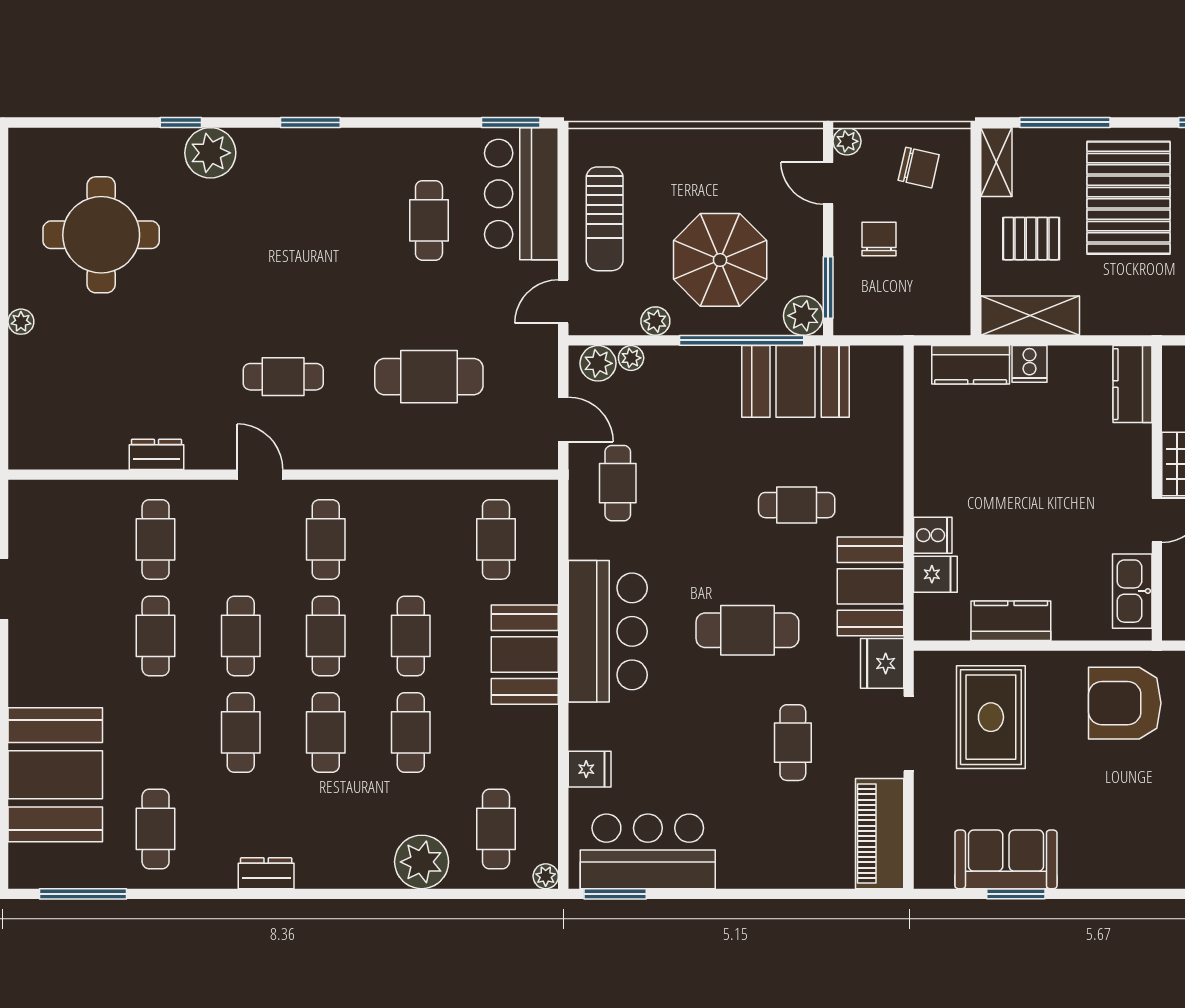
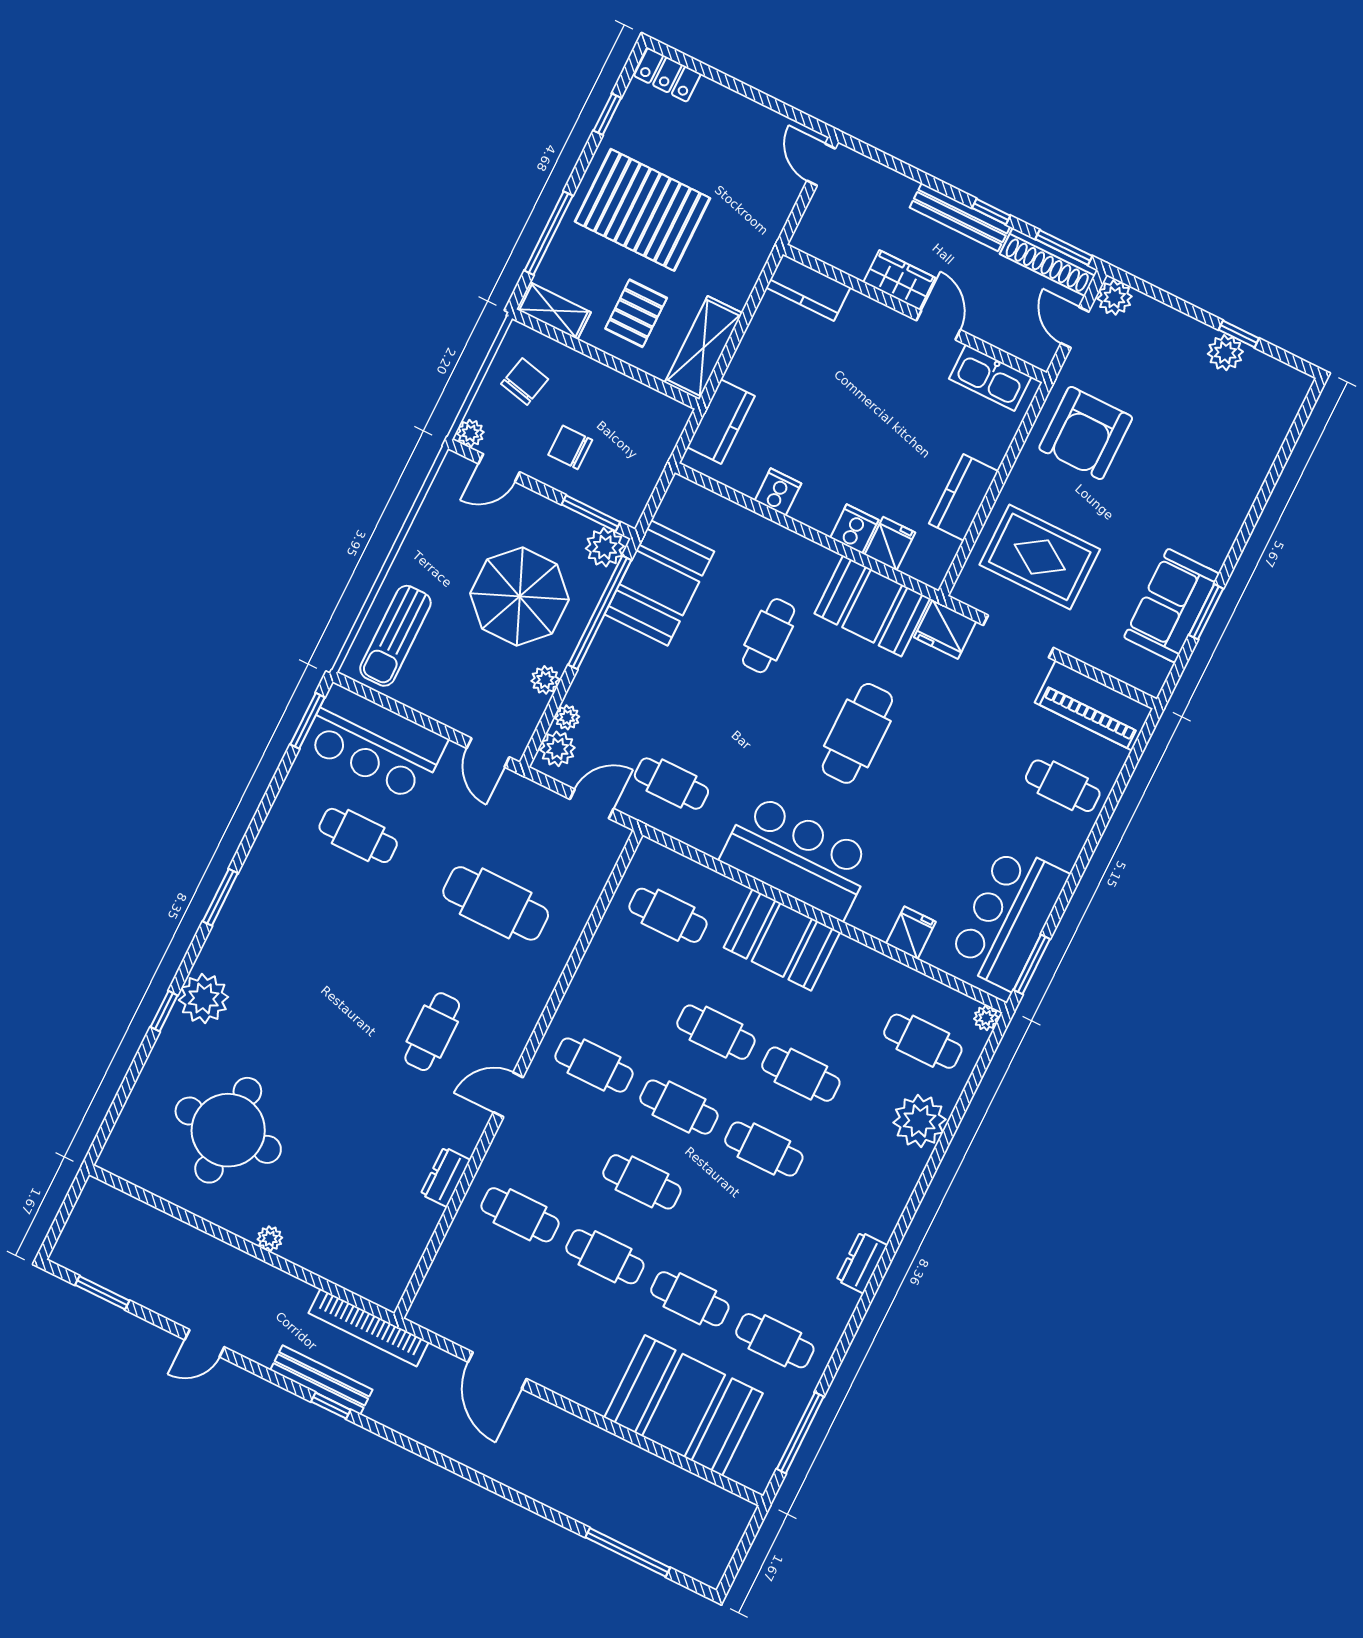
sun lounger: (605, 219) -> (395, 636), moved, turned 90
cooker: (1029, 364) -> (778, 492), moved, turned -90
cafe table: (429, 377) -> (496, 903), turned 90
cafe table: (241, 732) -> (690, 1299), moved
cafe table: (793, 743) -> (1063, 786), moved

